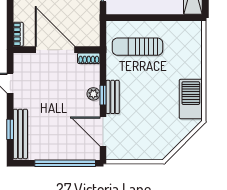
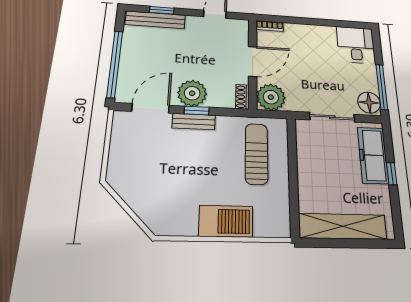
plant: (88, 34) -> (271, 97), added
door: (55, 50) -> (253, 61), width x0.73
plant: (93, 94) -> (192, 93), width x1.88, depth x1.88
barbecue: (191, 99) -> (226, 221), moved

